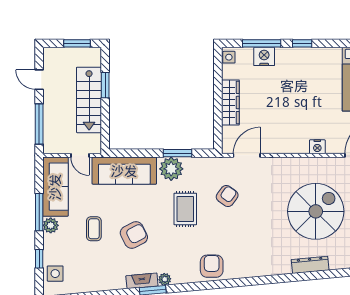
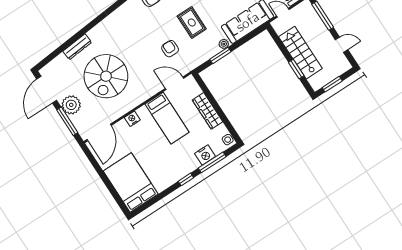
bed: (279, 123) -> (167, 118), added
door: (247, 155) -> (174, 83), swing flipped
plant: (171, 169) -> (224, 44), width x0.53, depth x0.53
armchair: (227, 196) -> (170, 49), turned 144
dresser: (310, 265) -> (77, 47), moved

